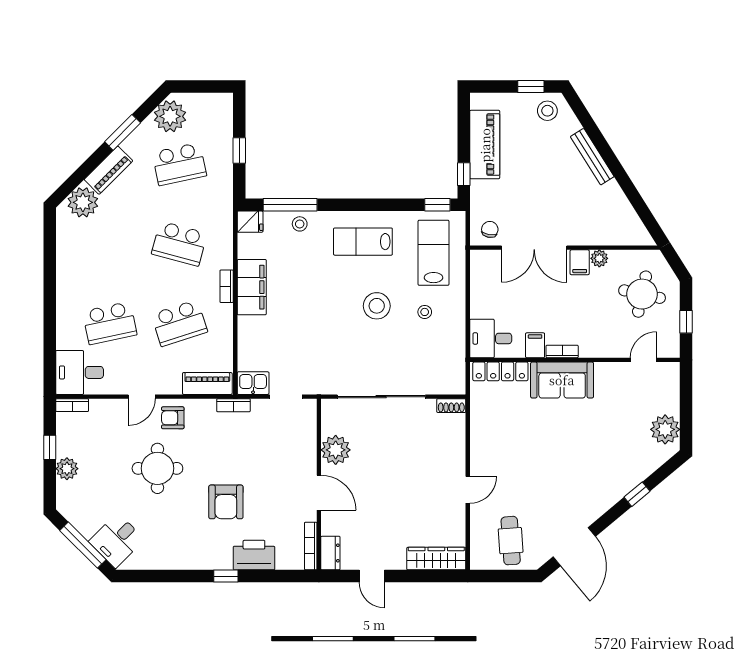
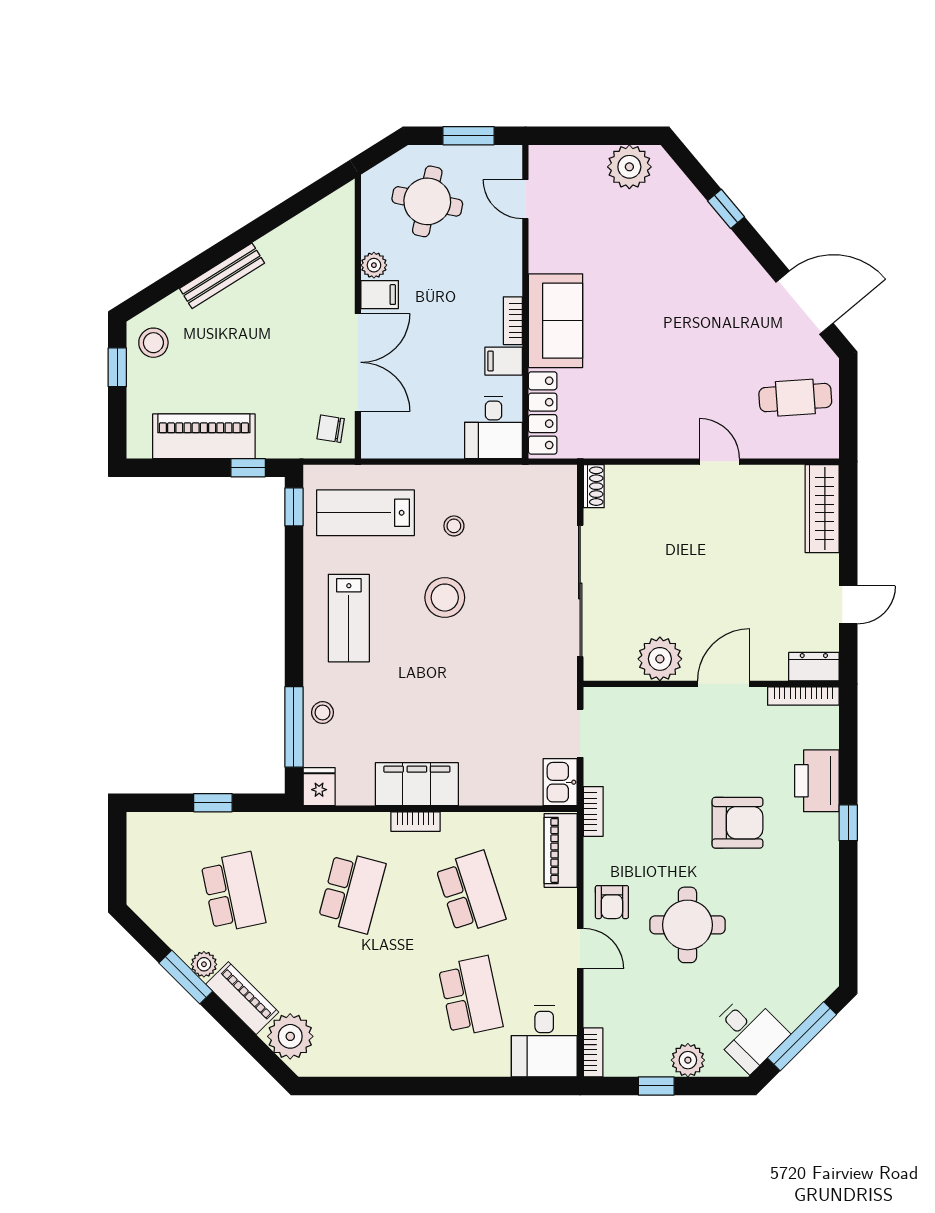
plant: (170, 116) -> (204, 964), moved, width x0.53, depth x0.53
window: (686, 322) -> (469, 136), width x1.50
desk: (117, 540) -> (748, 1033), moved

